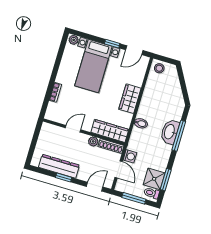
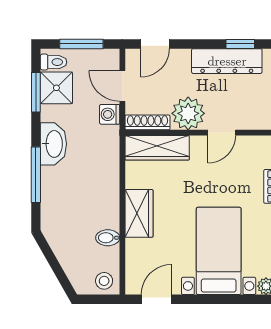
window: (112, 44) -> (198, 299), removed
bidet: (141, 123) -> (108, 238), moved
washbasin: (170, 132) -> (53, 144), moved
plant: (93, 141) -> (188, 113), width x1.87, depth x1.87
window: (64, 178) -> (240, 44), moved

